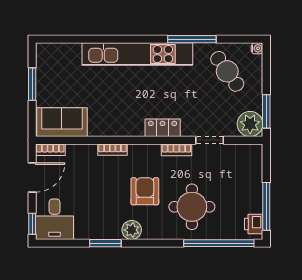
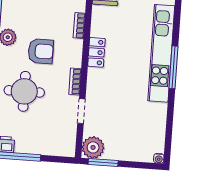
window: (192, 39) -> (173, 67), moved
cafe table: (227, 71) -> (141, 131), removed
locker: (163, 128) -> (96, 52), moved

